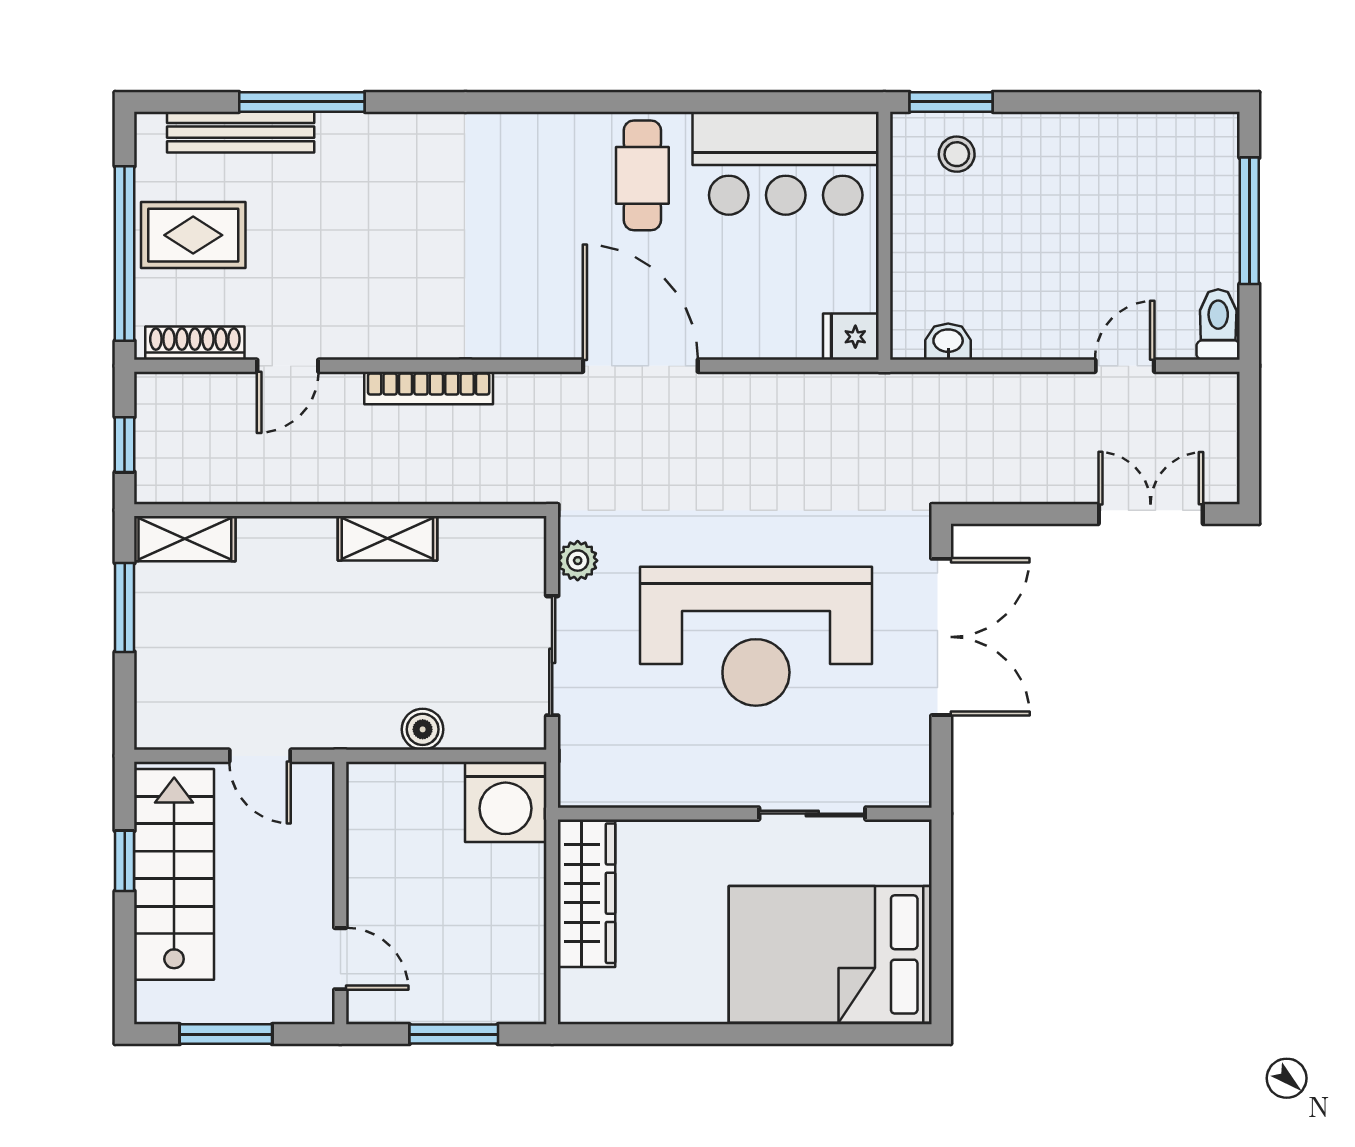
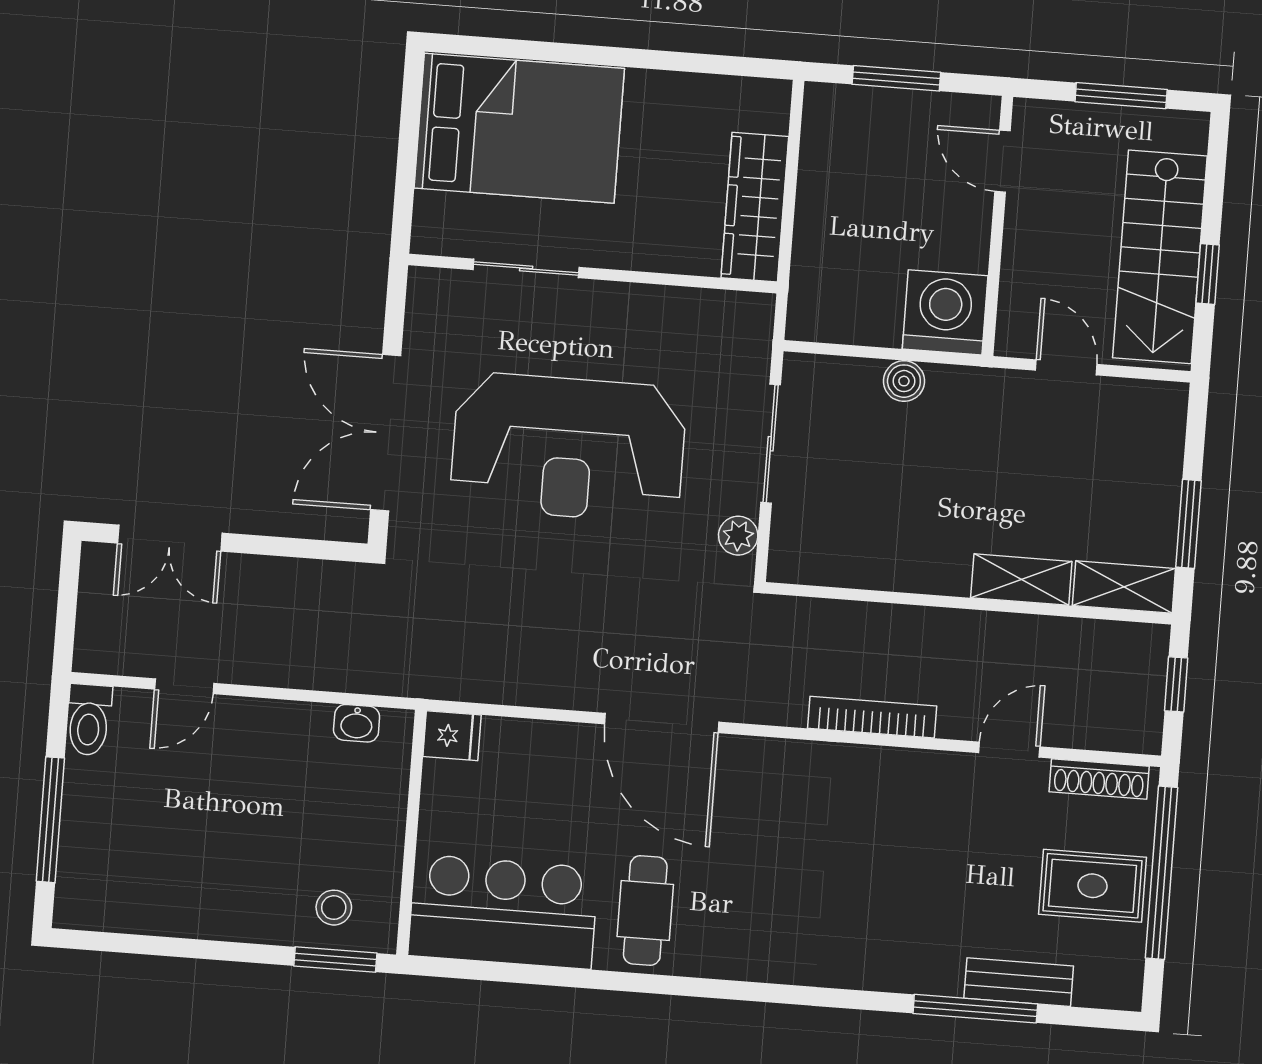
bench: (241, 132) -> (1019, 982), width x0.73
shelving: (387, 538) -> (1021, 580), moved
reception desk: (756, 636) -> (568, 448), turned 180
washing machine: (505, 802) -> (945, 312), moved

